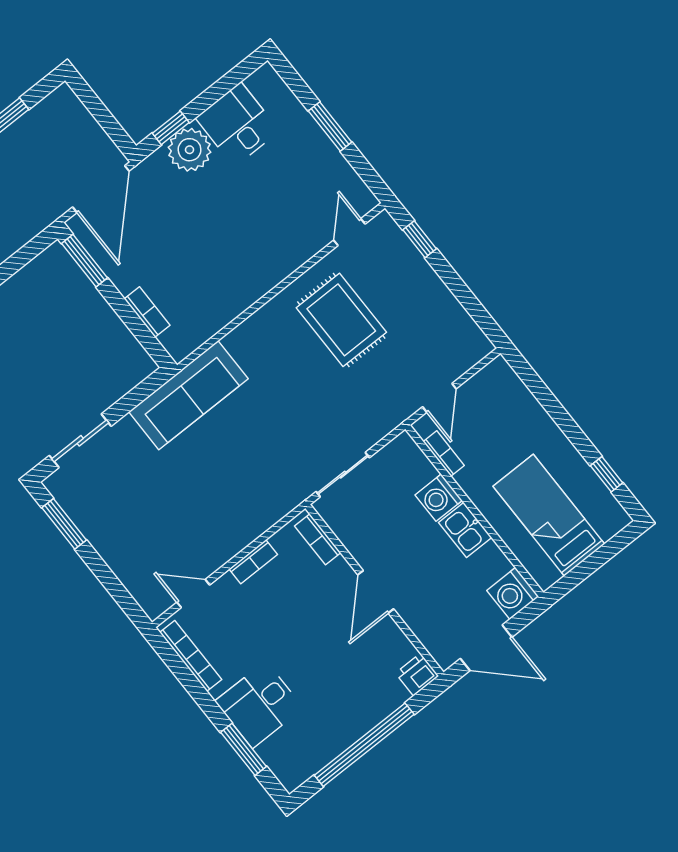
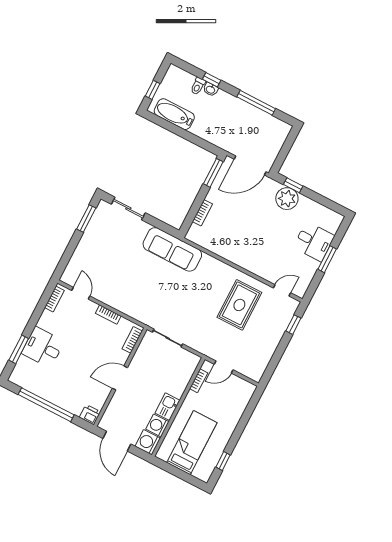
desk: (238, 125) -> (314, 241), moved, turned 90
washing machine: (439, 498) -> (157, 425), moved
bookcase: (191, 656) -> (54, 299), width x0.64

